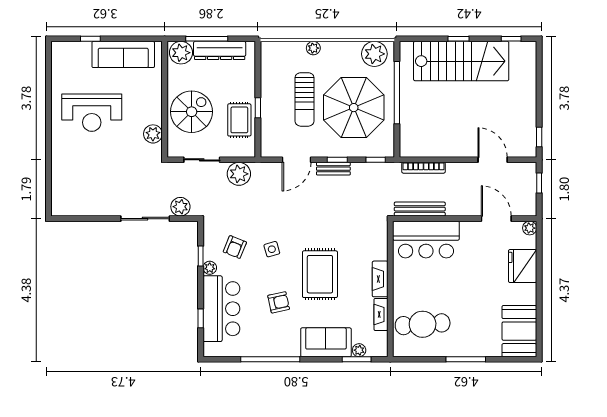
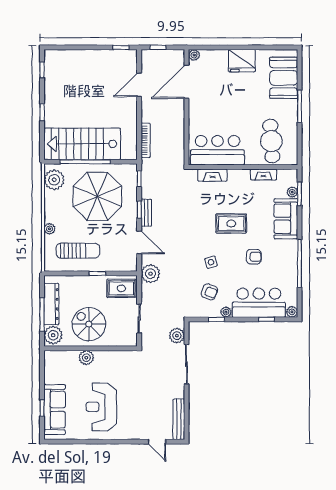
sofa: (123, 54) -> (55, 410), moved
stairs: (461, 61) -> (82, 144), moved, turned -90
sun lounger: (305, 99) -> (78, 251), moved
spiral stairs: (192, 112) -> (89, 324), moved
reception desk: (92, 113) -> (101, 407), turned 180
rug: (239, 120) -> (121, 288), moved
plant: (153, 134) -> (86, 358), moved
plant: (239, 174) -> (151, 274), moved
door: (49, 182) -> (157, 442), added
bench: (420, 209) -> (179, 419), moved
door: (496, 219) -> (187, 82), width x1.36
bar counter: (426, 240) -> (217, 150), moved, turned -90
fridge: (523, 266) -> (242, 61), moved
rug: (320, 274) -> (231, 223), width x0.73, depth x0.70
fireplace: (380, 279) -> (212, 175), moved
armchair: (279, 302) -> (254, 257), turned 102
booth: (519, 331) -> (284, 78), moved, turned 90
plant: (210, 350) -> (292, 312), added

